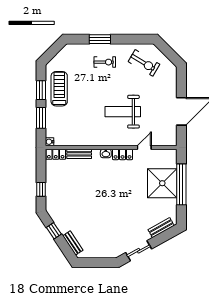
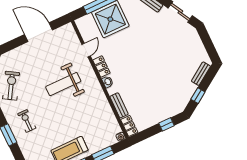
weight bench: (123, 112) -> (63, 84), turned 90
door: (144, 147) -> (86, 50), swing flipped

